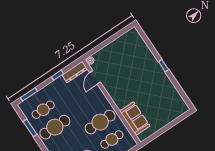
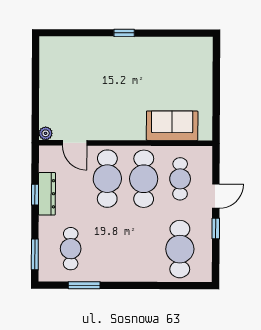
dresser: (75, 72) -> (47, 194), moved
cafe table: (55, 127) -> (107, 179), moved

